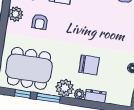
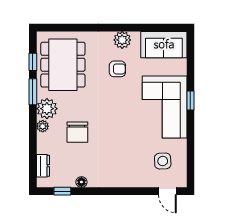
armchair: (40, 22) -> (117, 69), turned 180
dresser: (95, 96) -> (43, 166), moved

